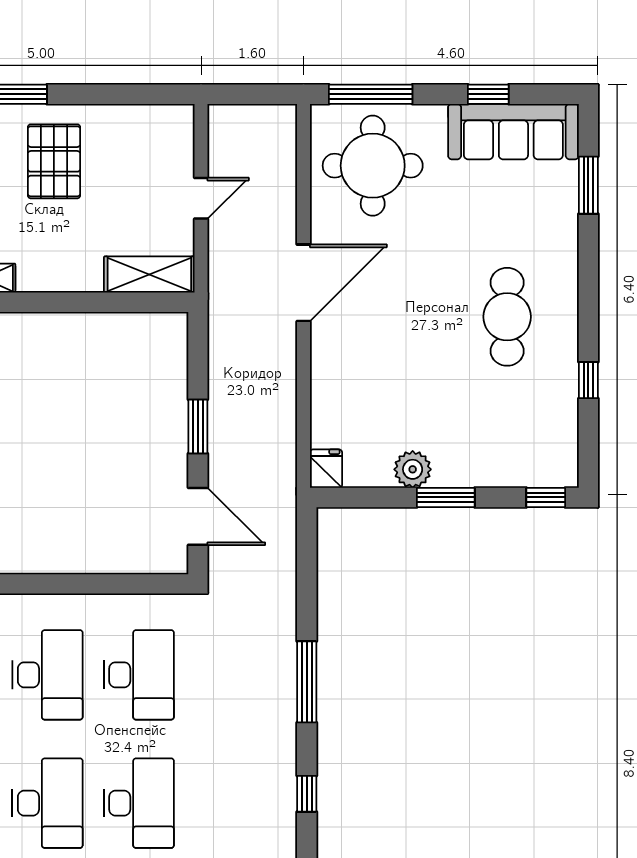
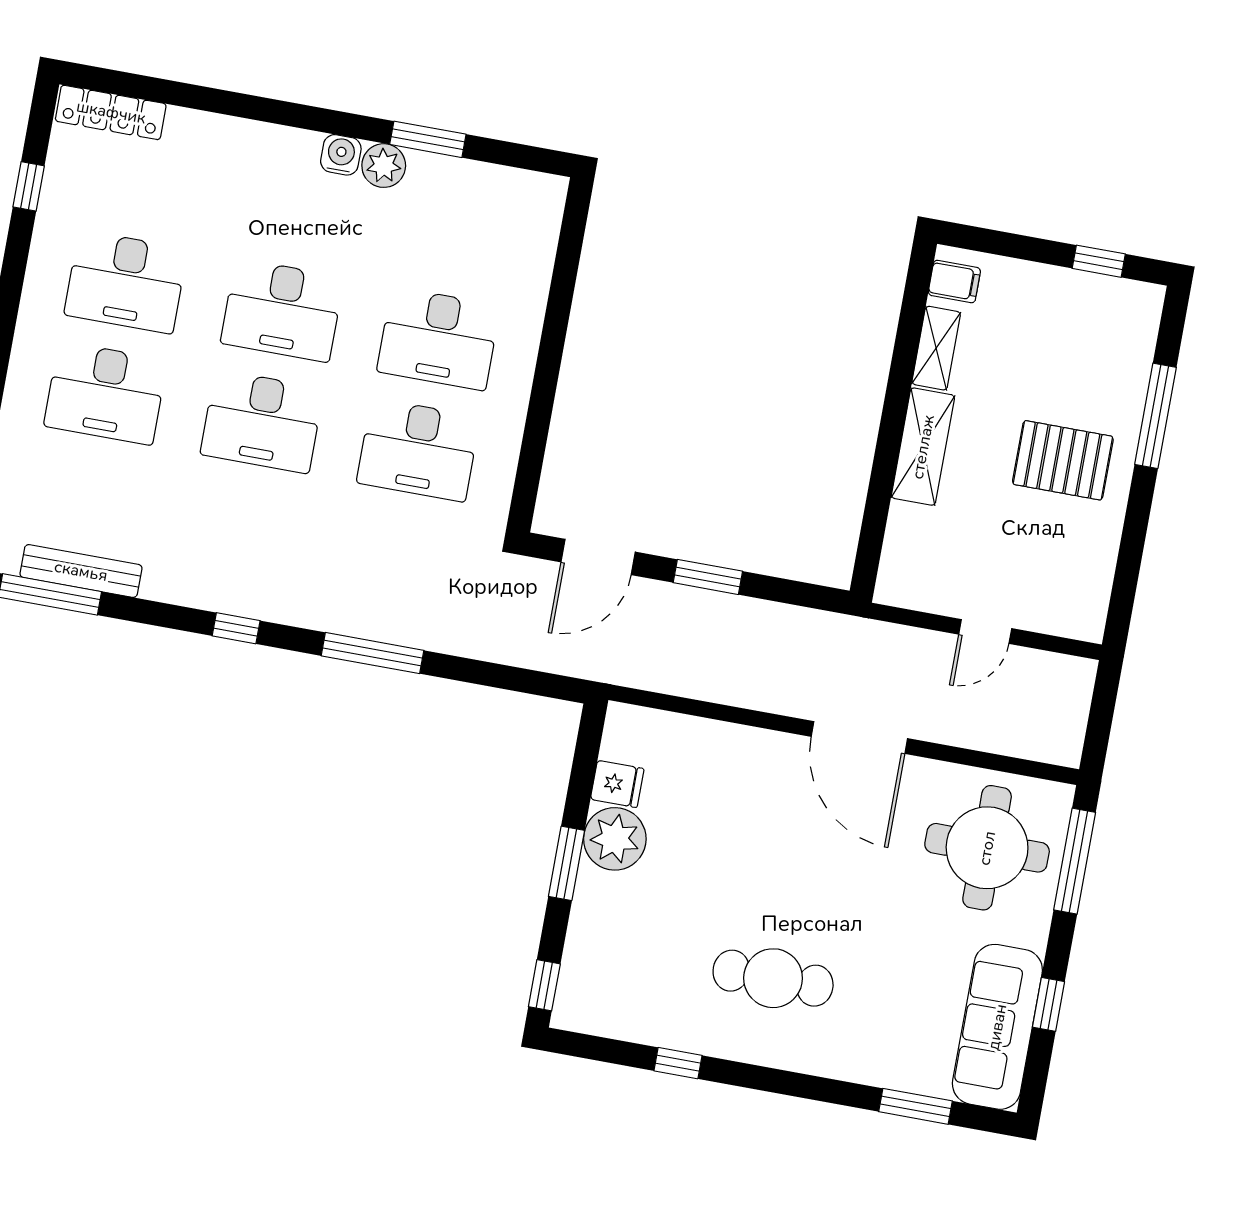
door: (201, 198) -> (985, 631), hinge flipped
shelving: (149, 274) -> (923, 447), moved
fridge: (326, 469) -> (617, 784), moved
plant: (413, 469) -> (615, 839), width x1.36, depth x1.36

